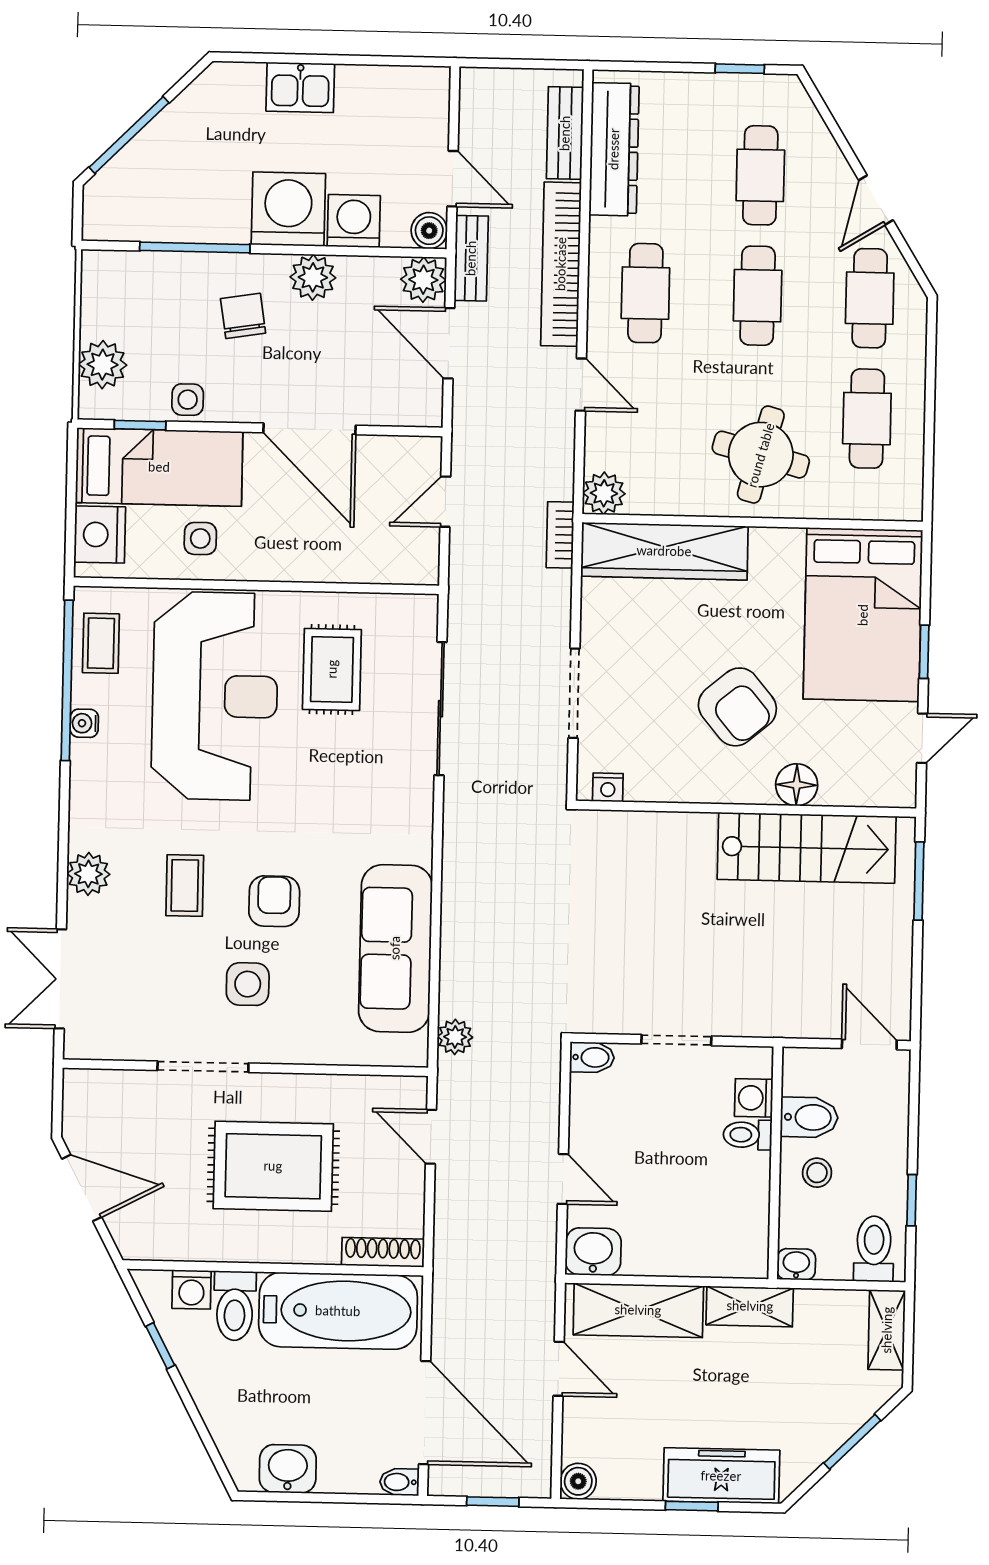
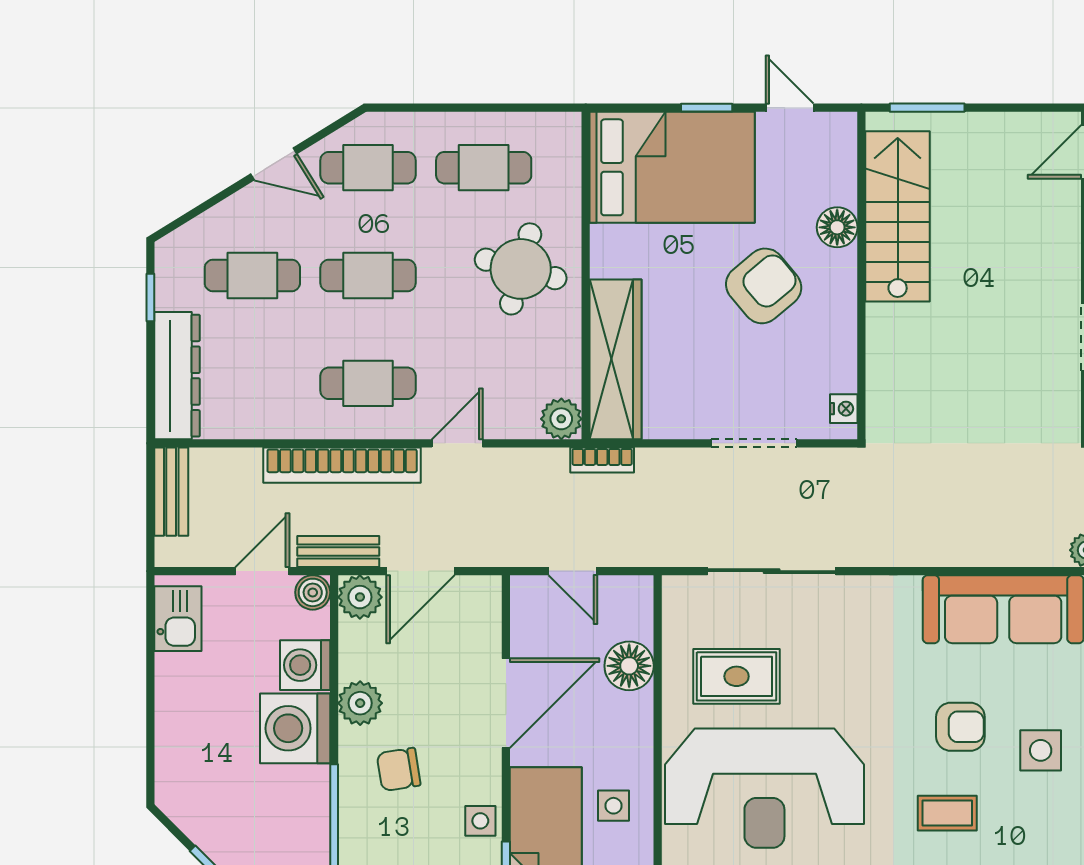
kitchen sink: (300, 87) -> (178, 619), moved
bench: (565, 133) -> (171, 492), moved, turned 90
dresser: (614, 149) -> (177, 376), moved, turned 90
floor lamp: (345, 558) -> (629, 666), added
reception desk: (215, 696) -> (764, 788), turned 180
armchair: (274, 901) -> (960, 727), turned 180

